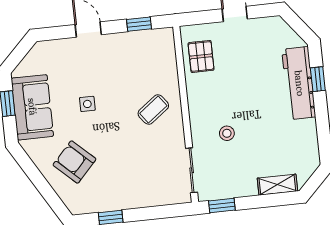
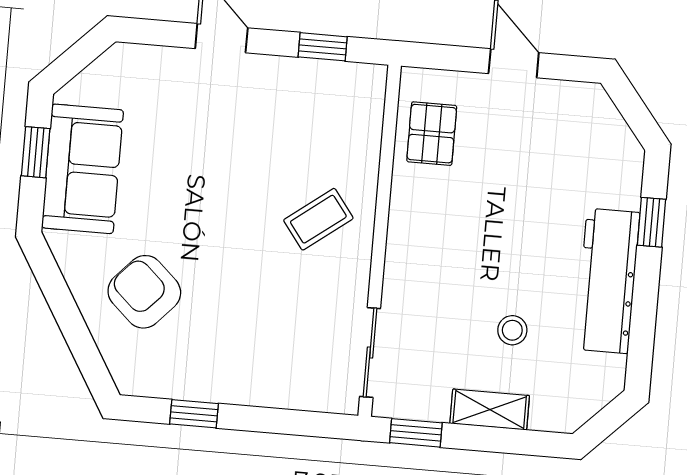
workbench: (299, 83) -> (608, 281), moved
side table: (87, 104) -> (191, 183), removed
stool: (227, 133) -> (512, 330), moved
shelving: (277, 185) -> (490, 410), moved

